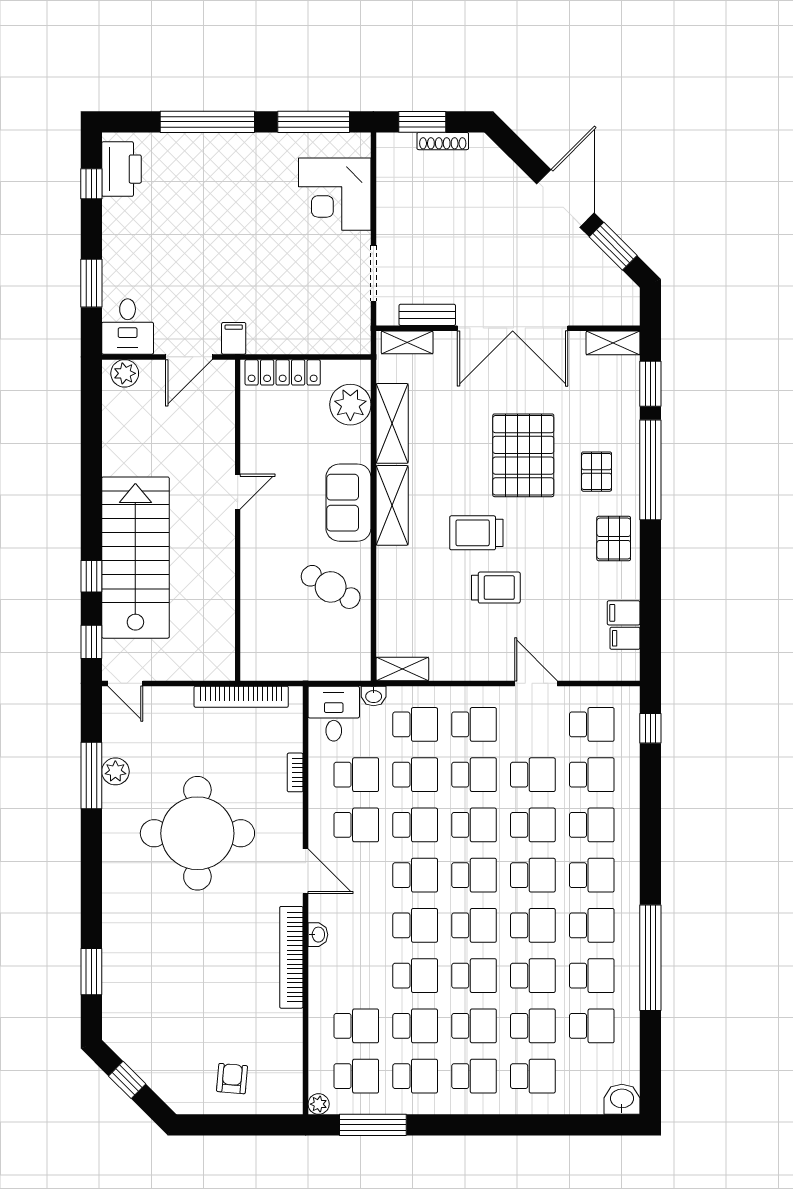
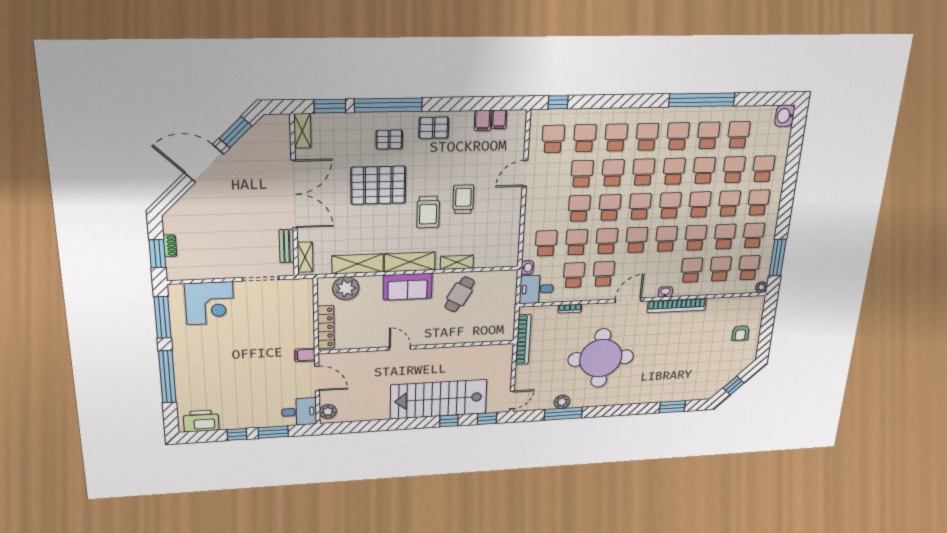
shoe rack: (443, 141) -> (170, 246), width x0.70
window: (91, 184) -> (237, 434), moved
shelving: (402, 669) -> (457, 262), moved, turned 90
school desk: (474, 724) -> (691, 270), moved
armchair: (232, 1079) -> (741, 333), turned -95

